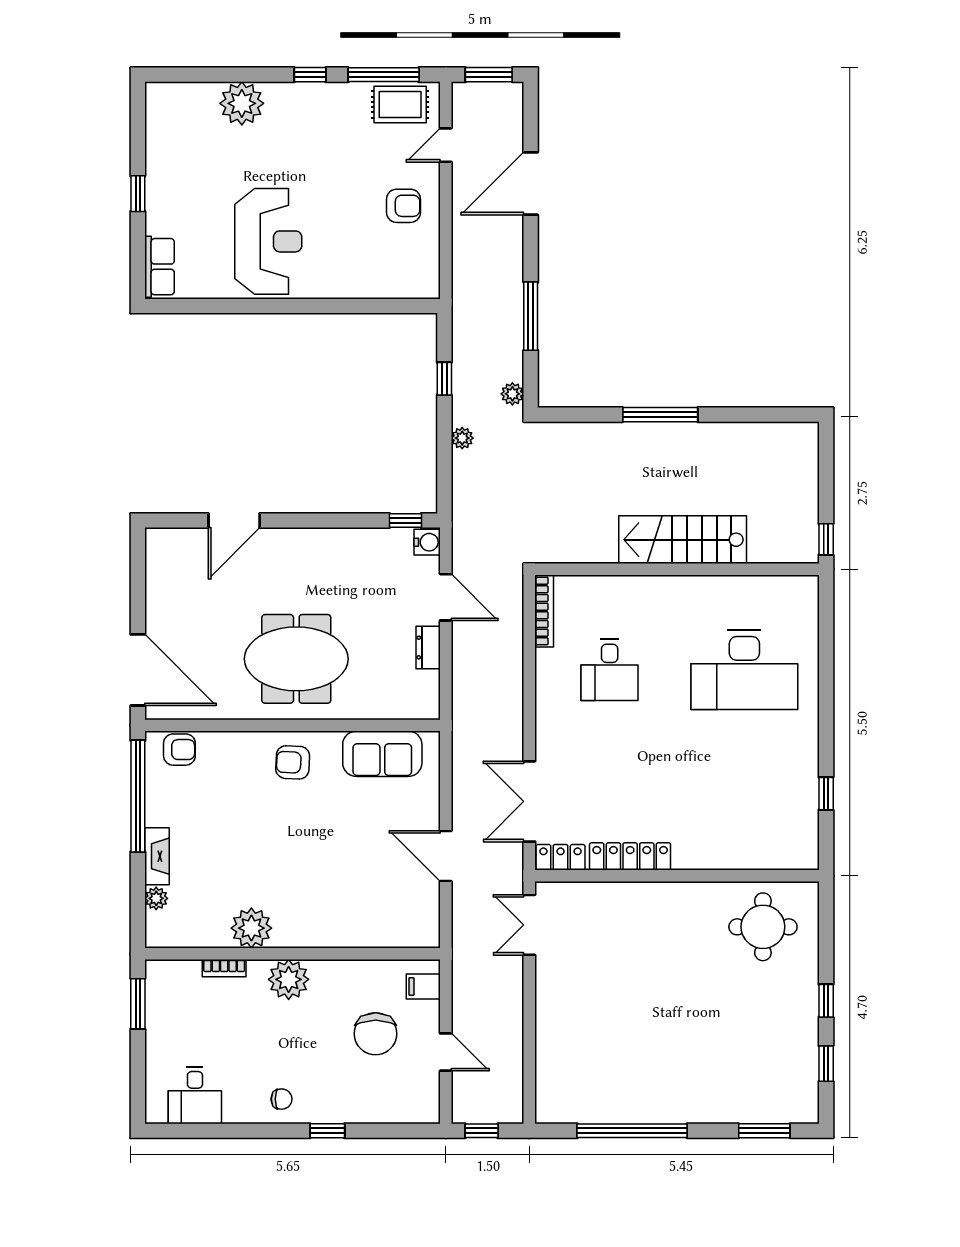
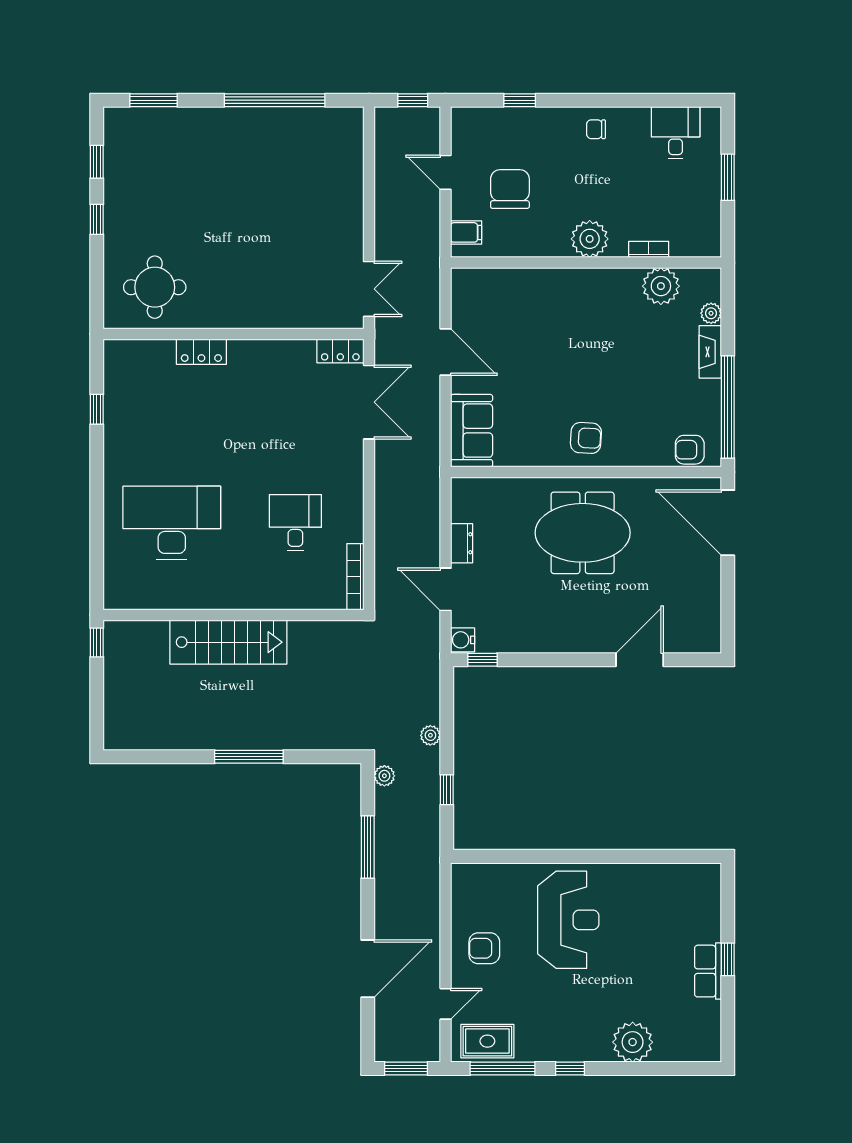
reception desk: (268, 241) -> (568, 920), moved, turned 180
row of seats: (159, 267) -> (708, 971), moved
sofa: (382, 754) -> (472, 431), moved, turned 90
locker: (630, 856) -> (201, 352), moved, width x0.66
plant: (251, 928) -> (661, 286), moved
window: (138, 1004) -> (728, 177), moved
window: (327, 1131) -> (520, 100), moved

